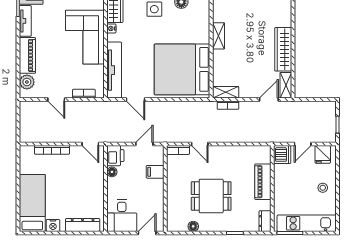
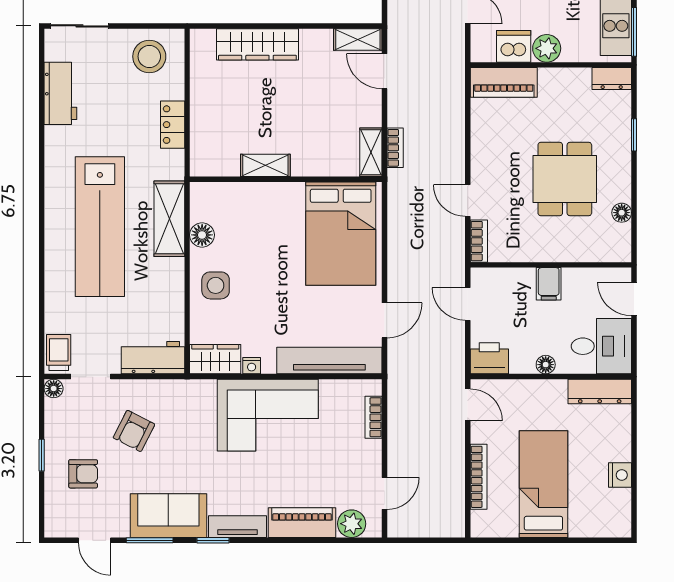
wardrobe: (283, 49) -> (257, 44), moved
bed: (182, 69) -> (341, 234), width x0.73
door: (56, 100) -> (385, 493), moved
door: (90, 144) -> (468, 405), hinge flipped
door: (200, 144) -> (468, 201), swing flipped
dishwasher: (282, 155) -> (514, 46), moved
floor lamp: (112, 172) -> (546, 365), moved
filing cabinet: (155, 172) -> (549, 284), moved
piano: (263, 182) -> (504, 82), moved
plant: (281, 186) -> (547, 48), added
bed: (32, 203) -> (543, 484), moved, turned 90
dresser: (83, 225) -> (600, 392), moved, turned -90

